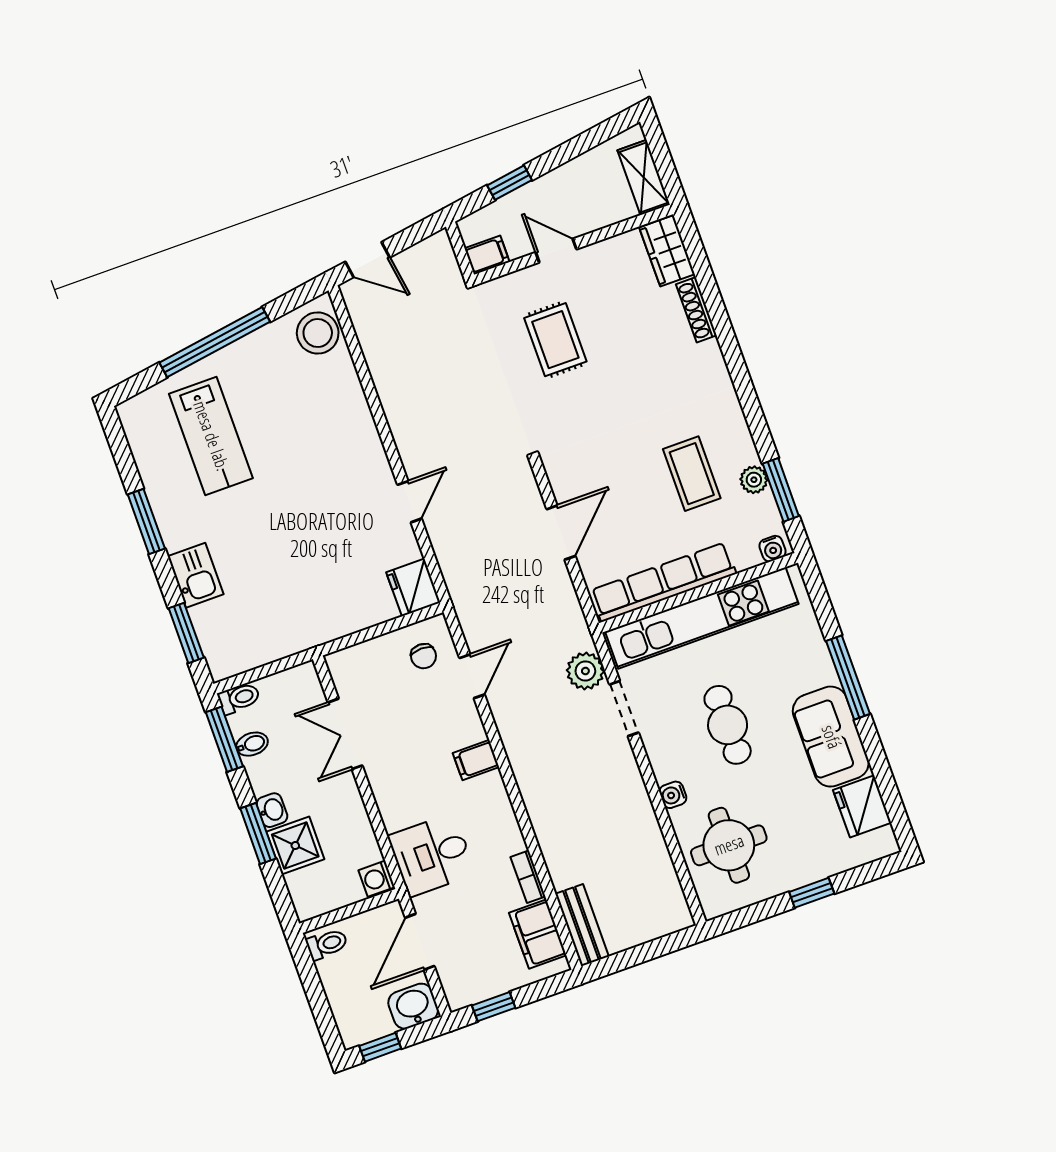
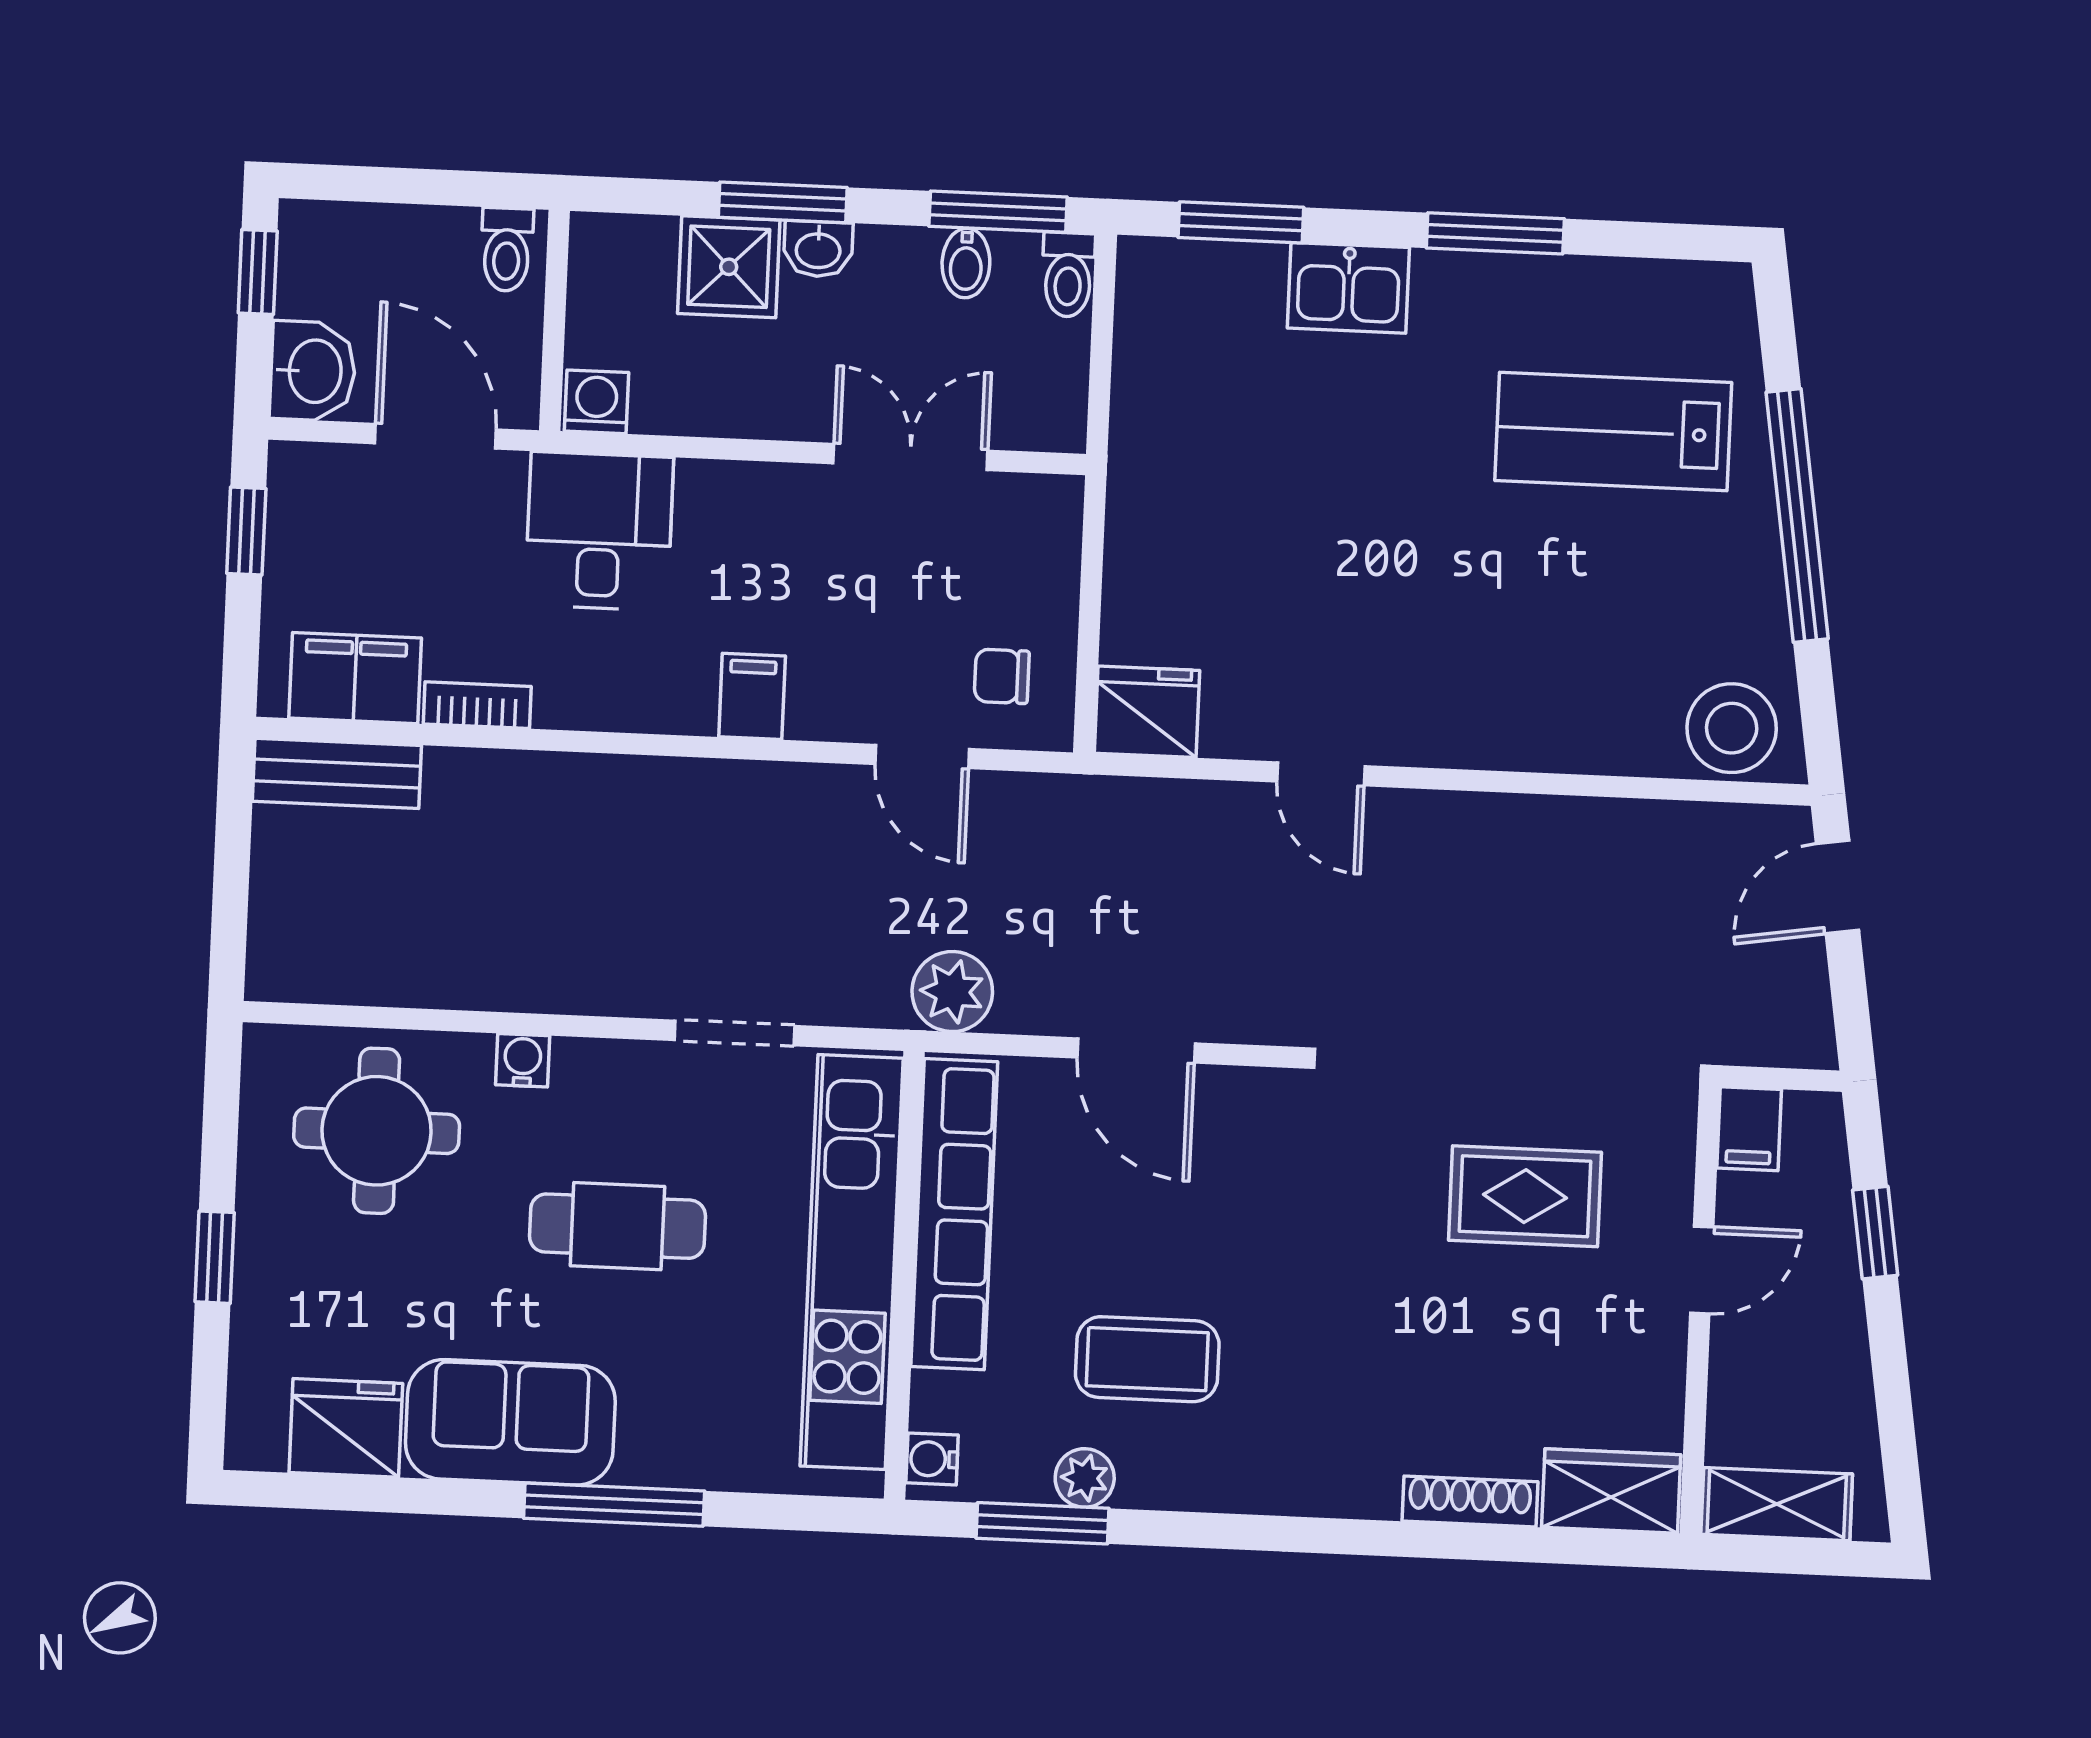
plant: (585, 671) -> (952, 992), moved

